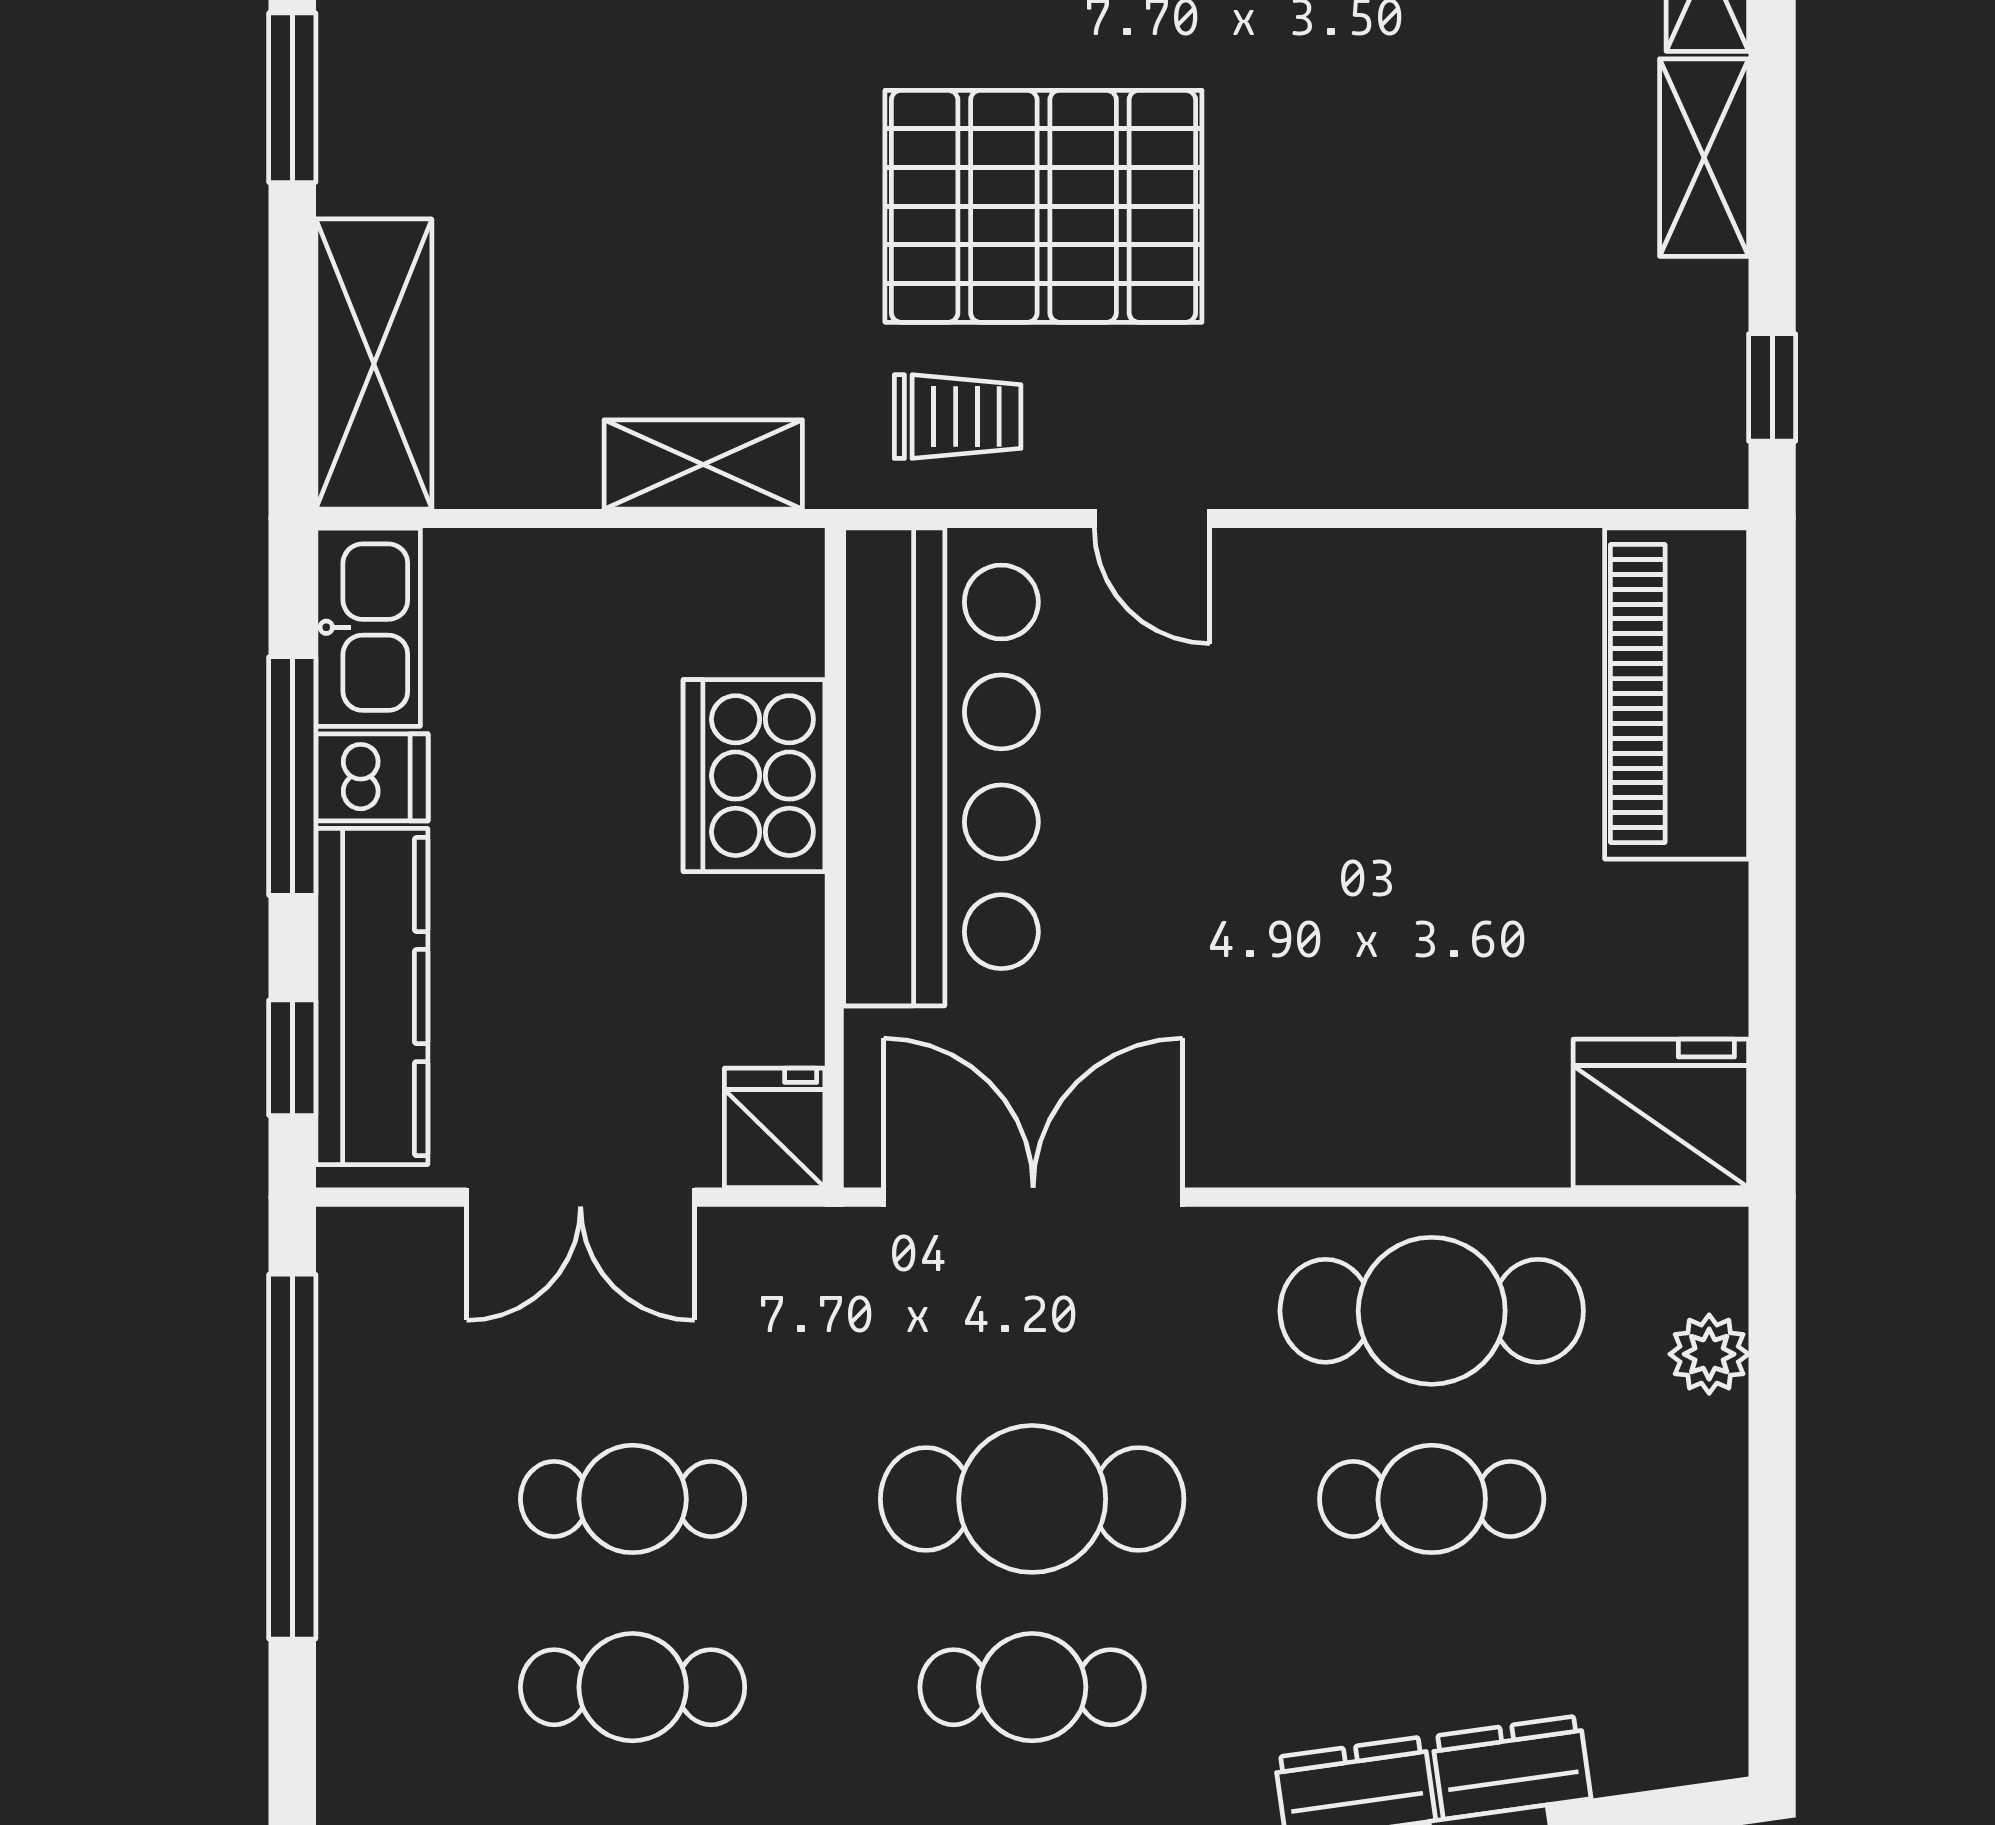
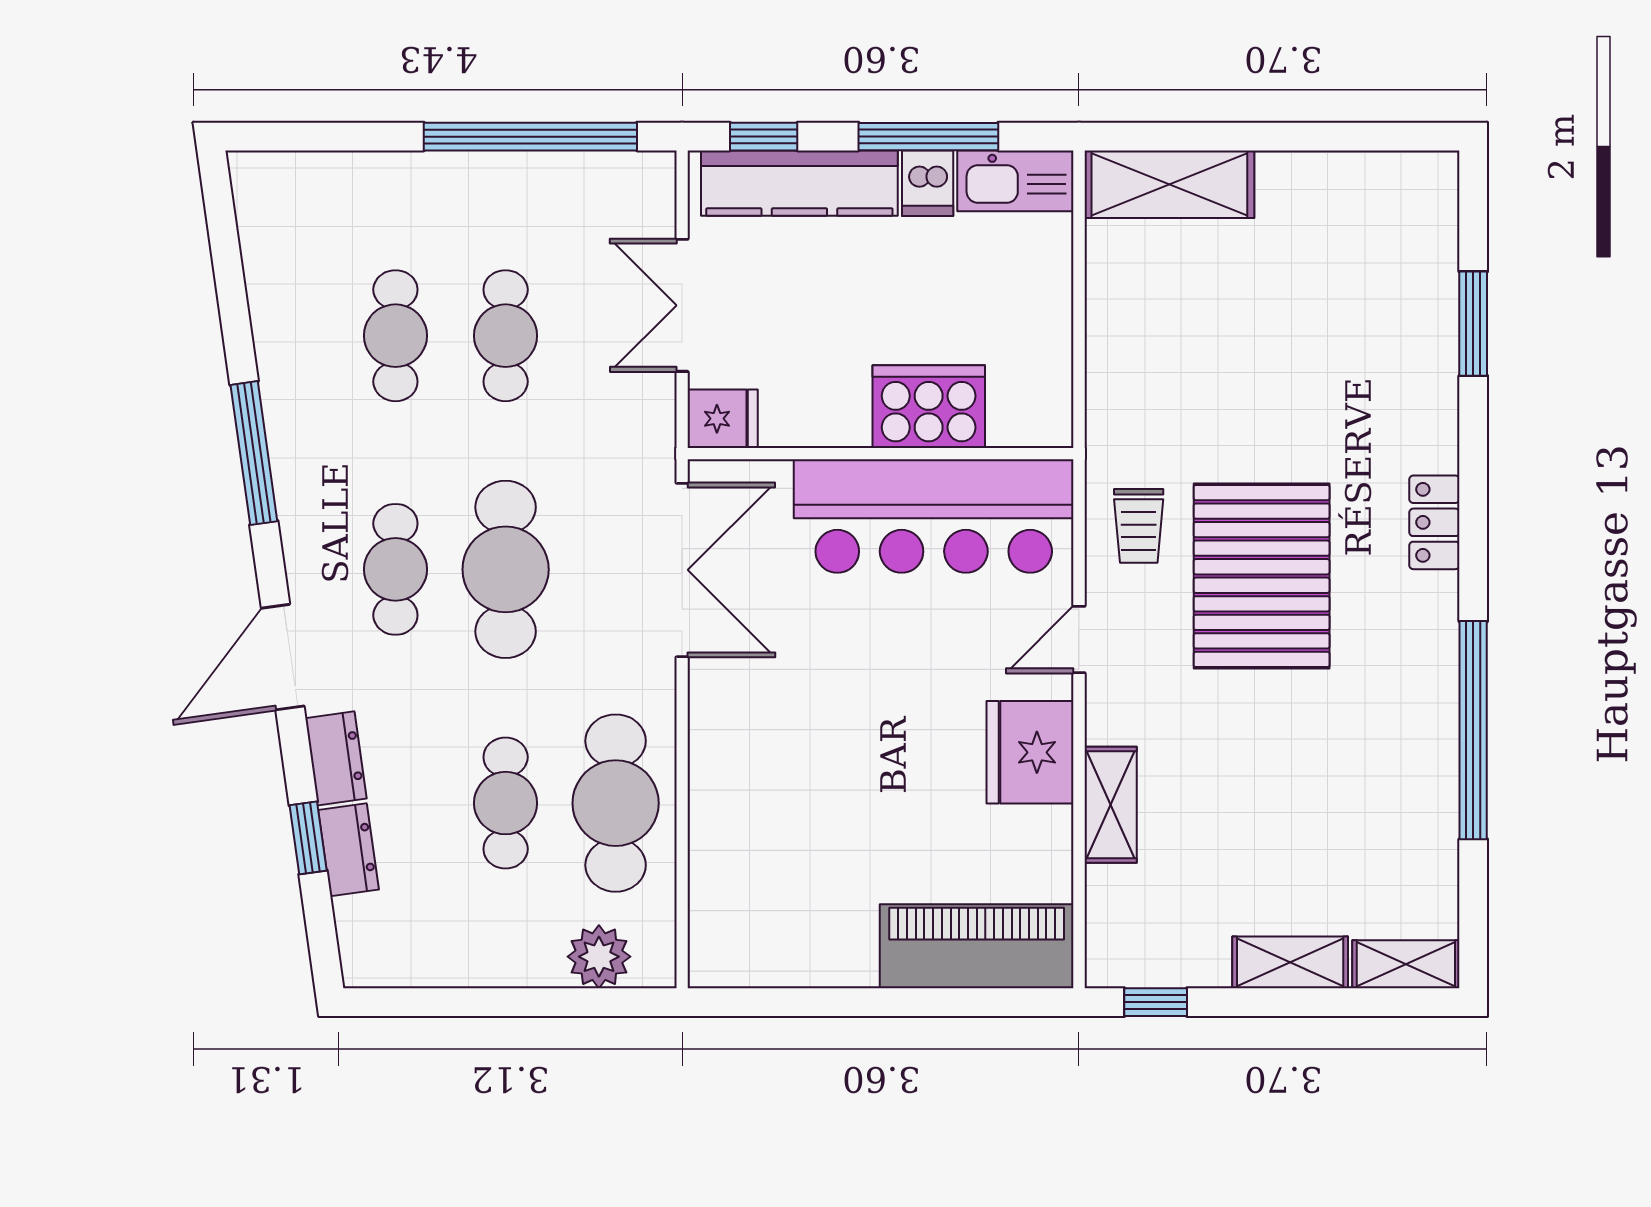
window: (292, 98) -> (1325, 137), removed
shelving: (703, 464) -> (1111, 805), moved
fridge: (1661, 1113) -> (1030, 752), moved, turned 180
plant: (1709, 1354) -> (599, 957), width x1.38, depth x1.38

